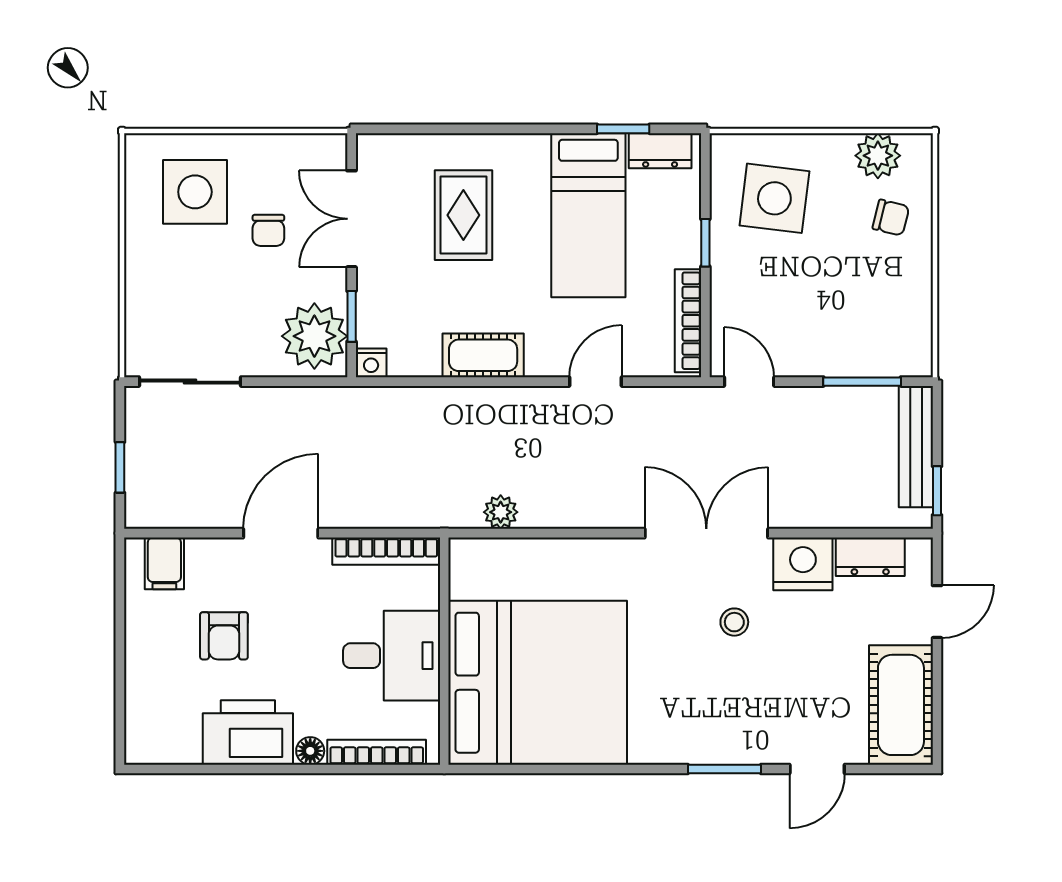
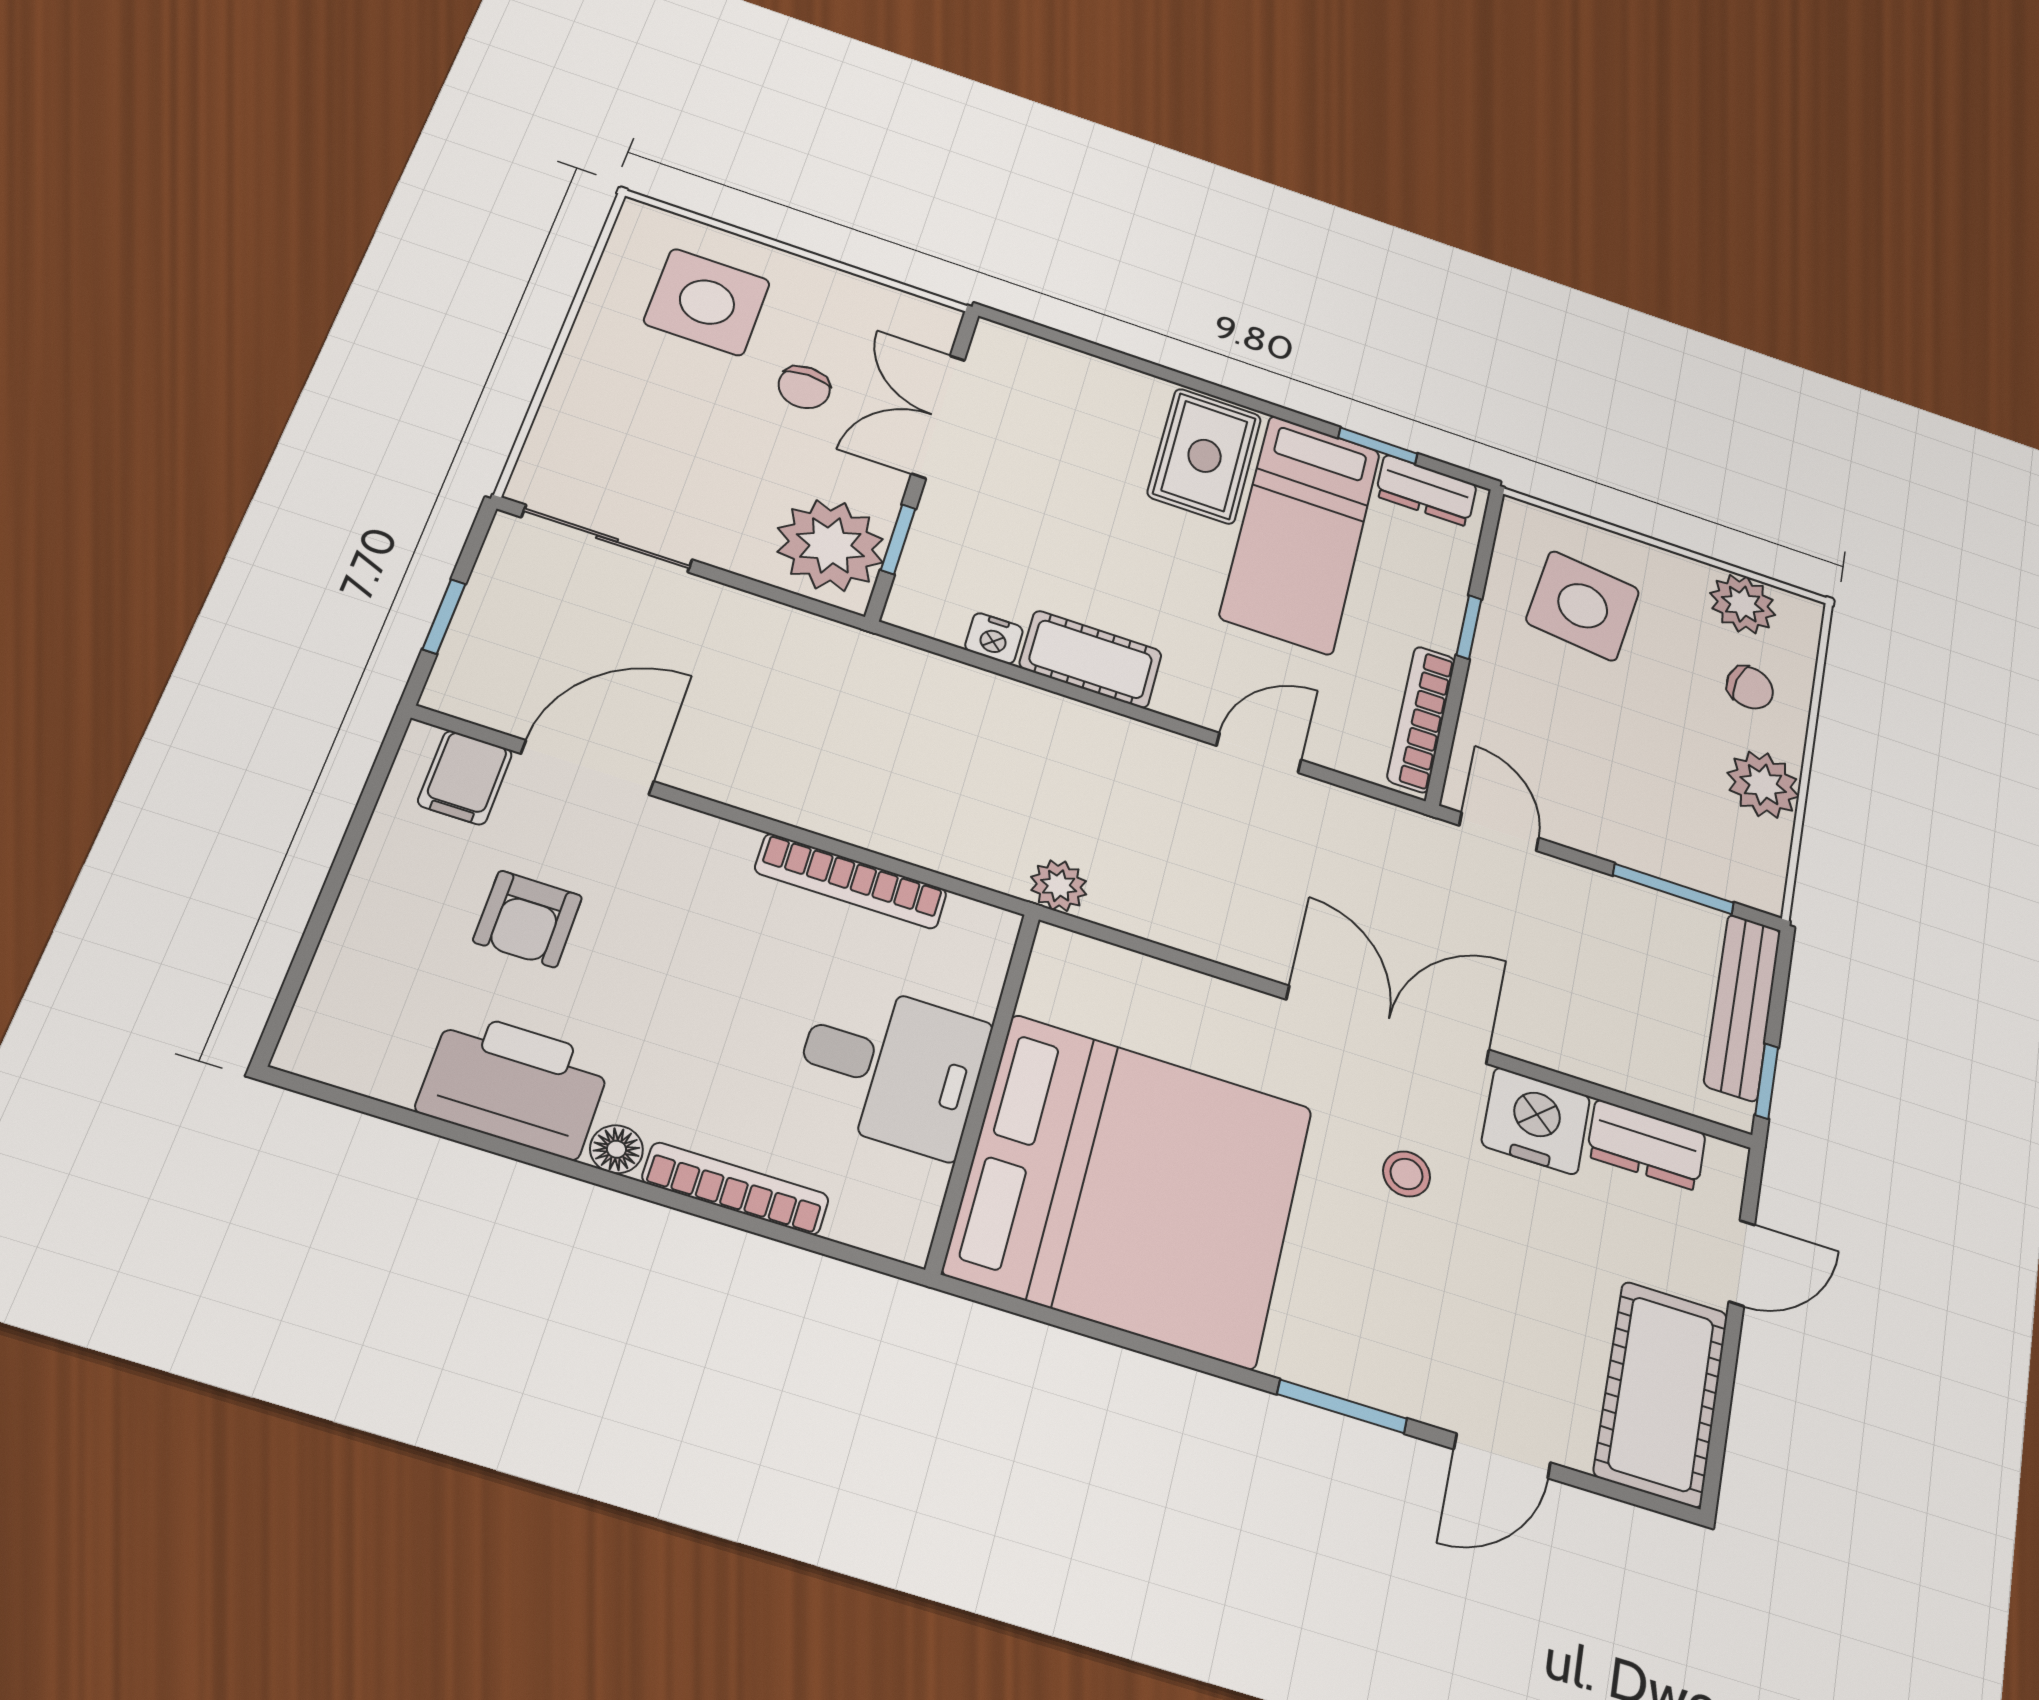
rug: (463, 215) -> (1205, 456), moved
plant: (909, 286) -> (1763, 785), added
nightstand: (371, 363) -> (994, 638), moved
door: (281, 533) -> (587, 768), moved
wall: (444, 651) -> (984, 1089), moved
desk: (392, 656) -> (891, 1067), moved
bed: (538, 683) -> (1131, 1189), moved

